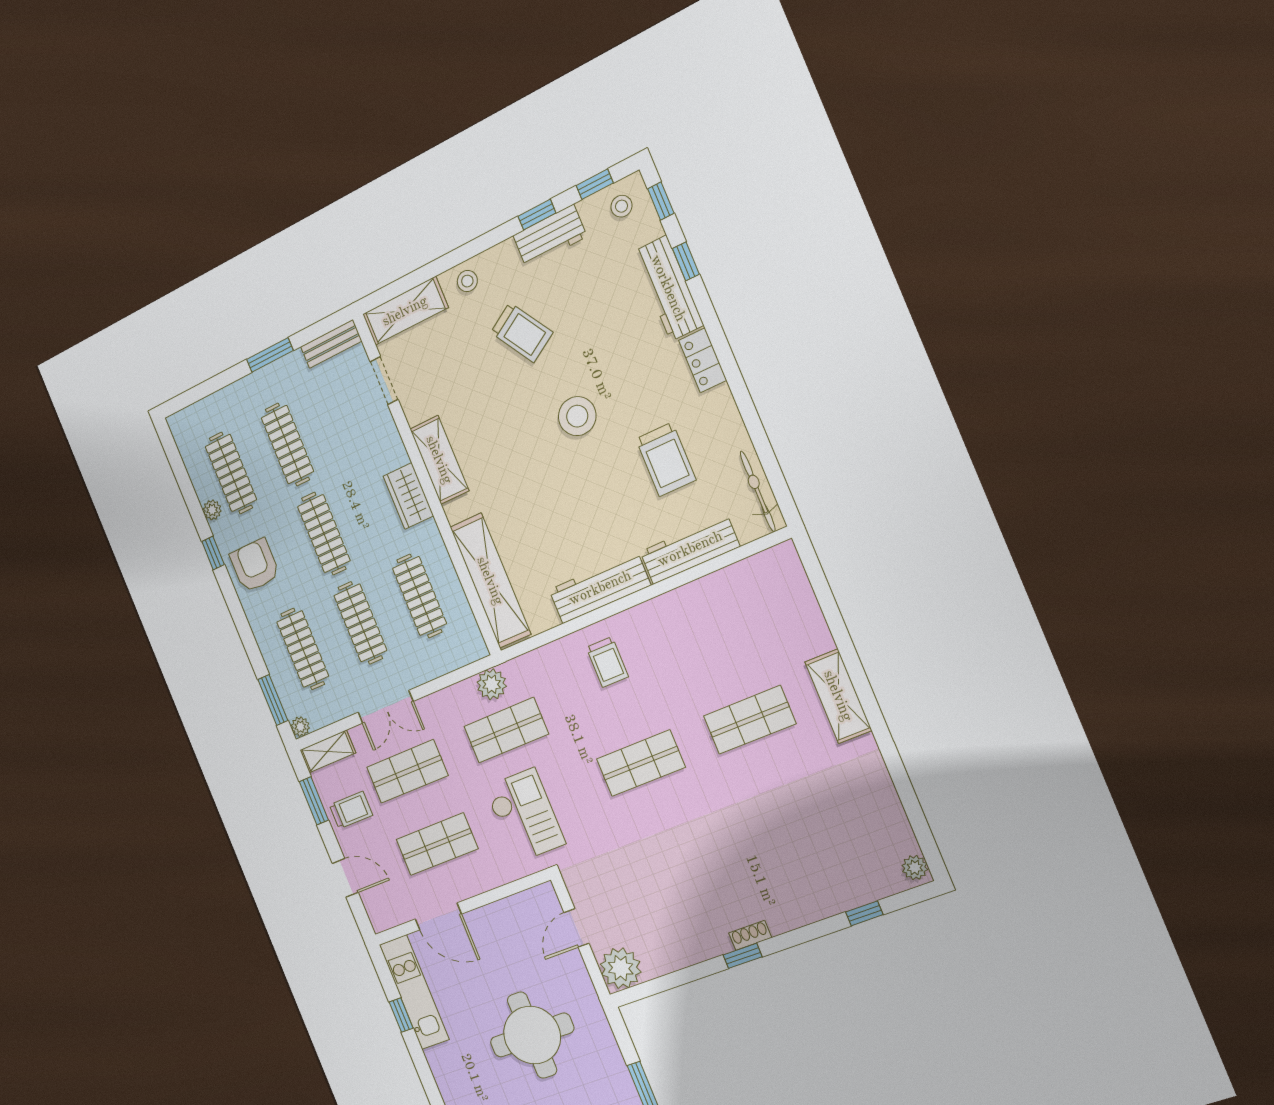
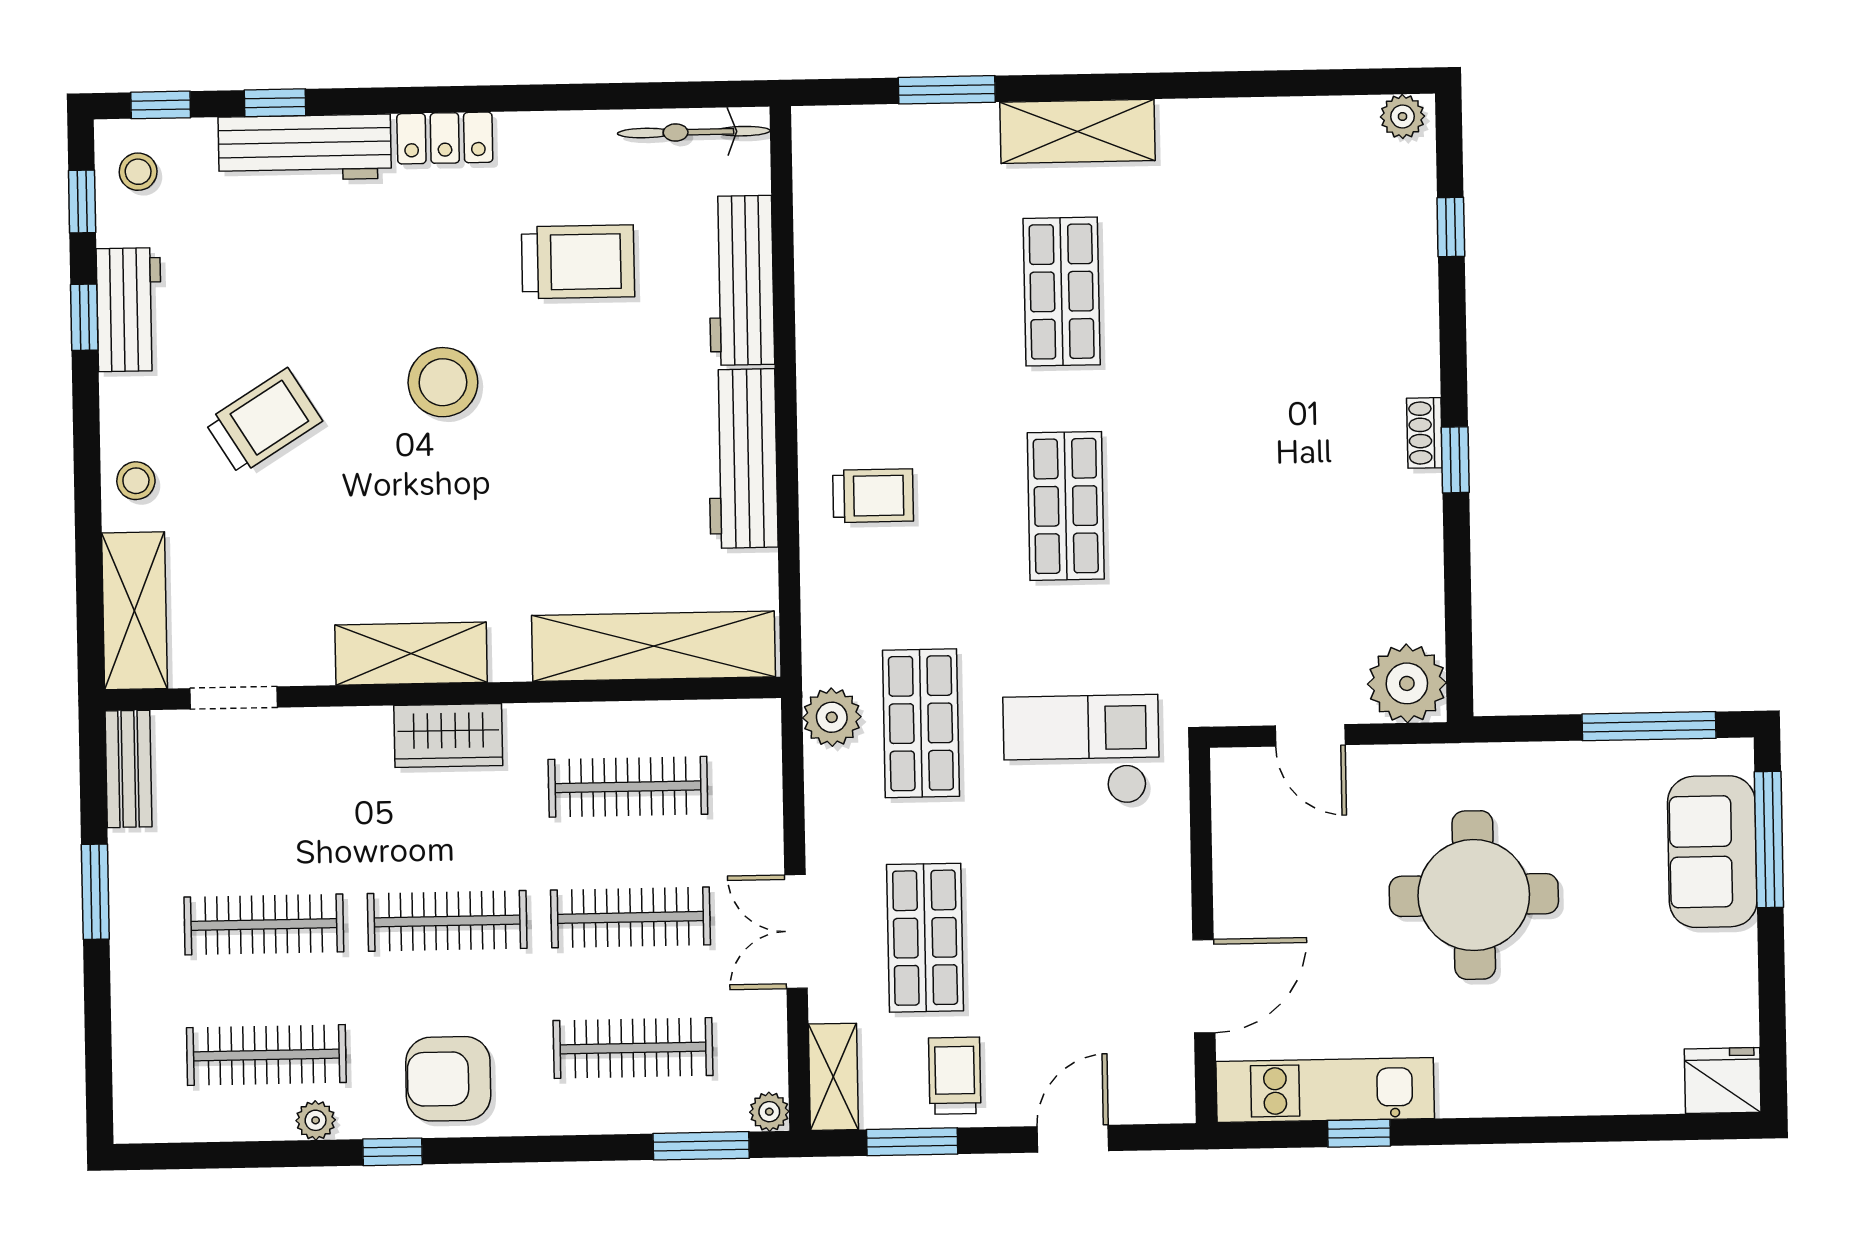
window: (833, 618) -> (947, 90), added
double door: (386, 707) -> (796, 932), swing flipped
shop shelf: (437, 844) -> (1074, 935), removed

